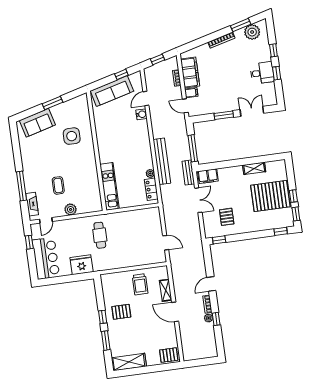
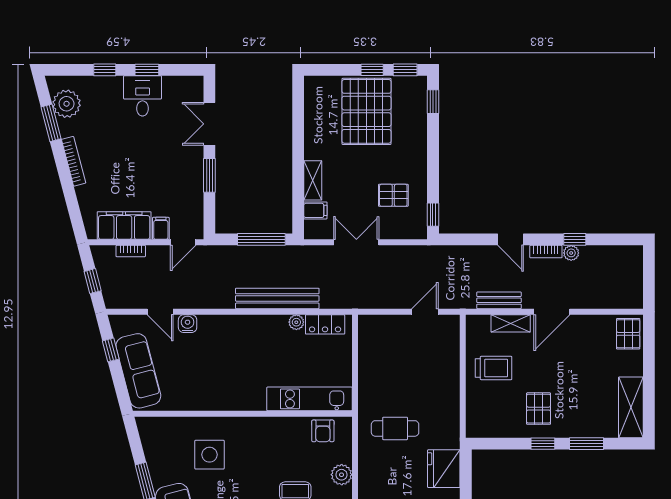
shelving: (254, 168) -> (313, 180), moved
bench: (188, 173) -> (499, 300), moved
filing cabinet: (208, 176) -> (315, 210), width x0.50
armchair: (93, 196) -> (323, 431), added

